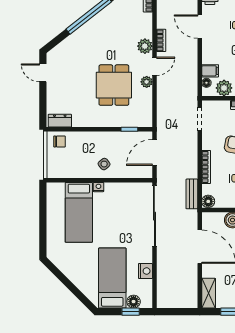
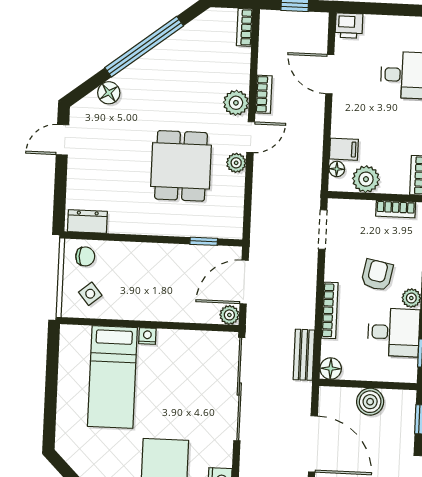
floor lamp: (69, 44) -> (109, 93), added
door: (43, 73) -> (62, 140), hinge flipped
side table: (104, 164) -> (90, 294), moved
plant: (147, 172) -> (229, 315), added

